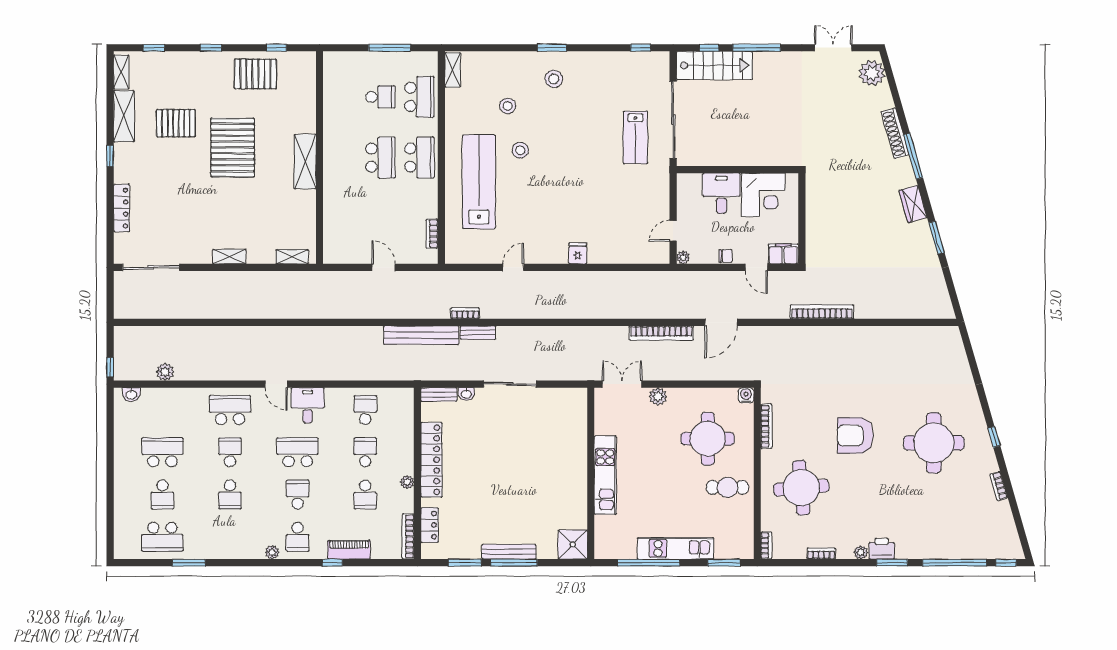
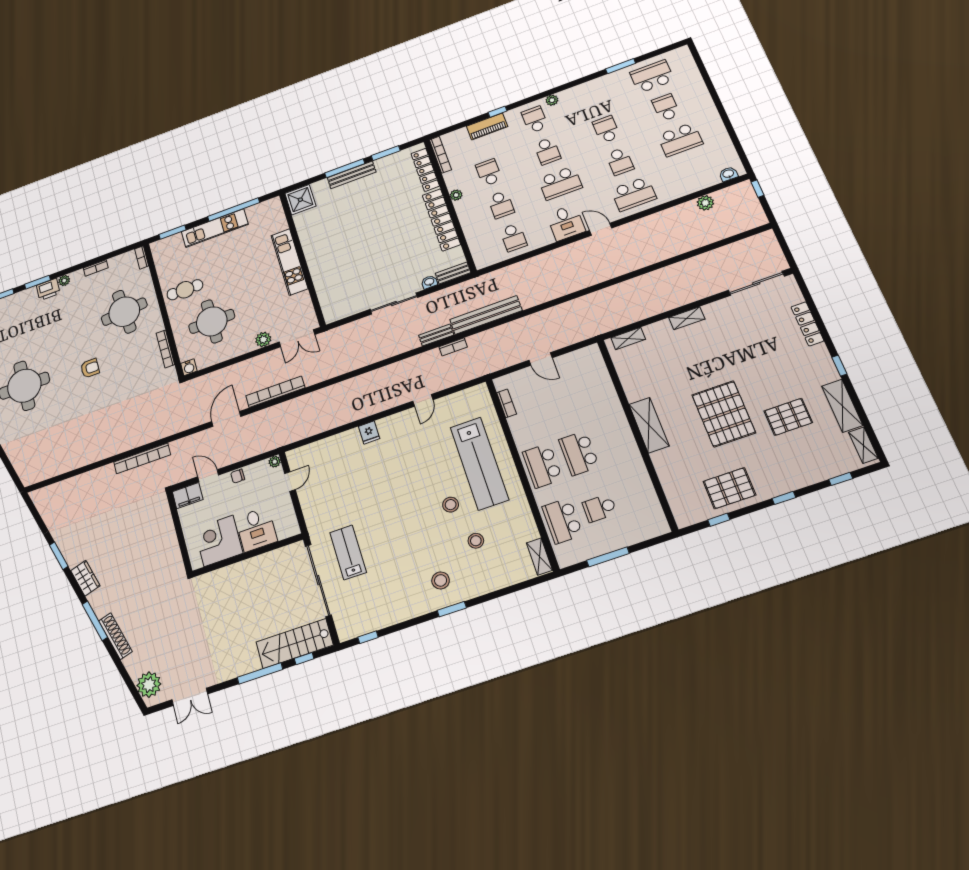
armchair: (855, 435) -> (90, 368), width x0.53, depth x0.53
locker: (430, 525) -> (425, 170), width x1.53

